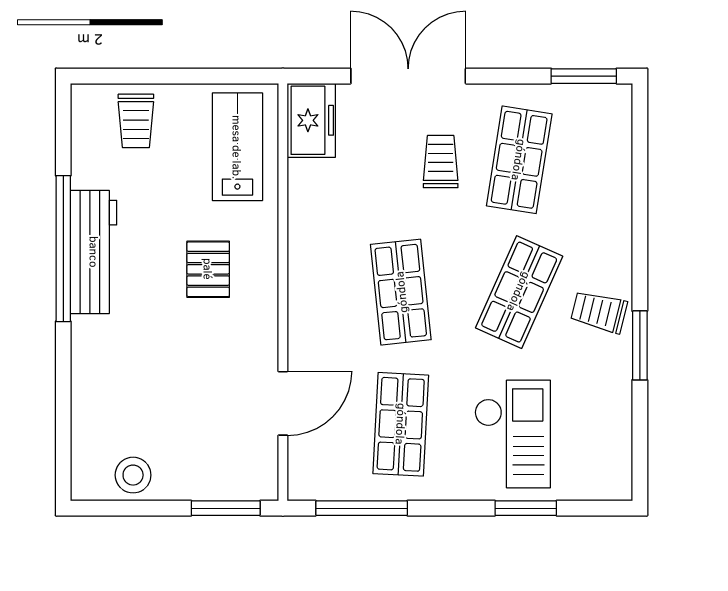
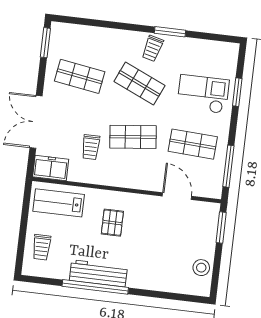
trolley: (136, 121) -> (42, 247), turned 90
trolley: (441, 162) -> (91, 147), moved, turned -90
pallet: (208, 269) -> (112, 223), turned 90

